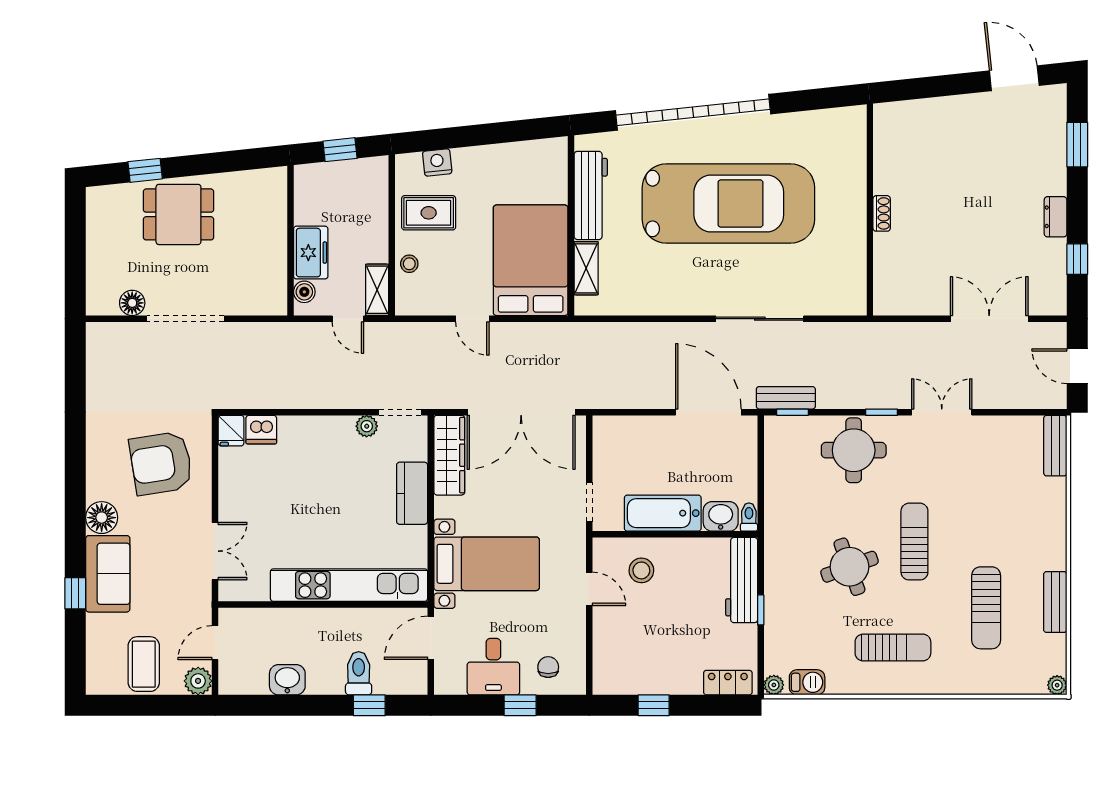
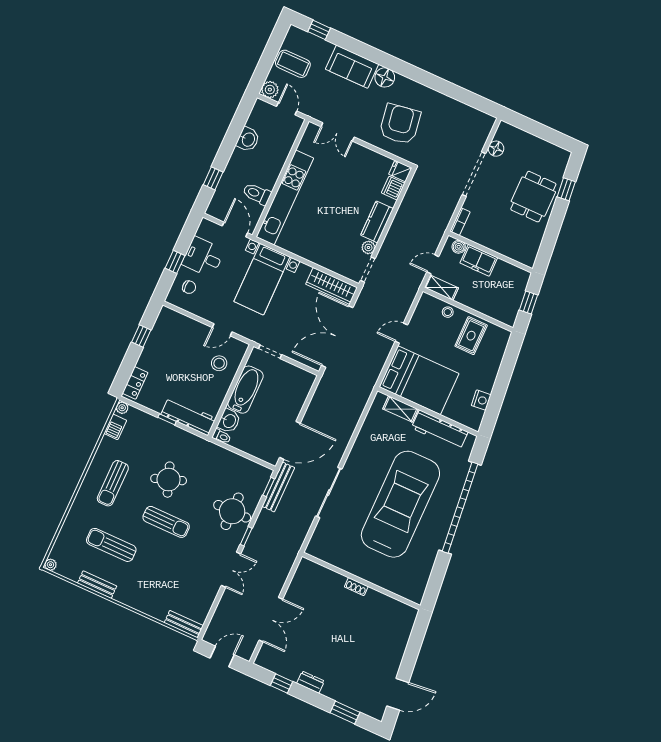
nightstand: (437, 162) -> (481, 400), moved
car: (728, 204) -> (400, 504), turned 180
bookcase: (266, 307) -> (460, 222), added
bench: (786, 398) -> (278, 487), width x1.36
kitchen counter: (412, 493) -> (377, 222), moved, turned -90
window: (75, 593) -> (319, 30), moved
toilet: (359, 673) -> (257, 194), moved, turned 180

